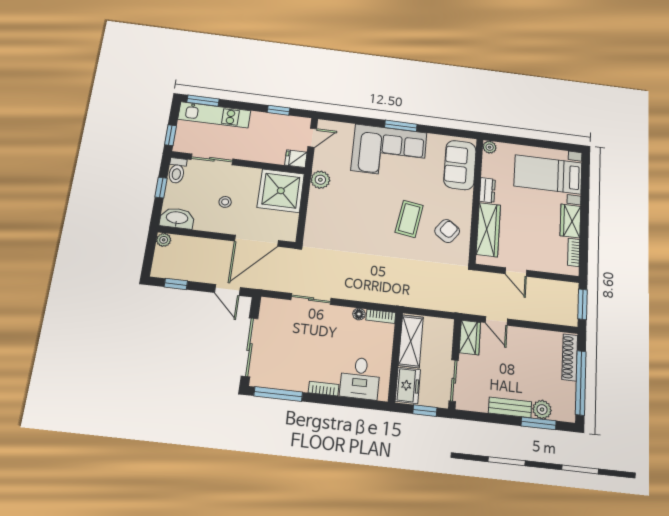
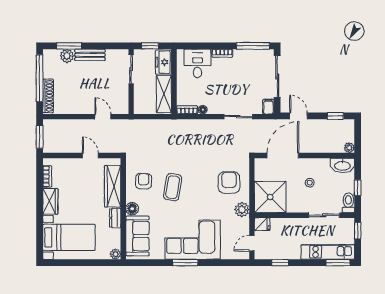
floor lamp: (465, 199) -> (132, 209), added
armchair: (334, 215) -> (229, 182), added
armchair: (447, 231) -> (144, 181), turned 145
filing cabinet: (267, 307) -> (268, 107), added
wardrobe: (470, 338) -> (122, 102), removed

